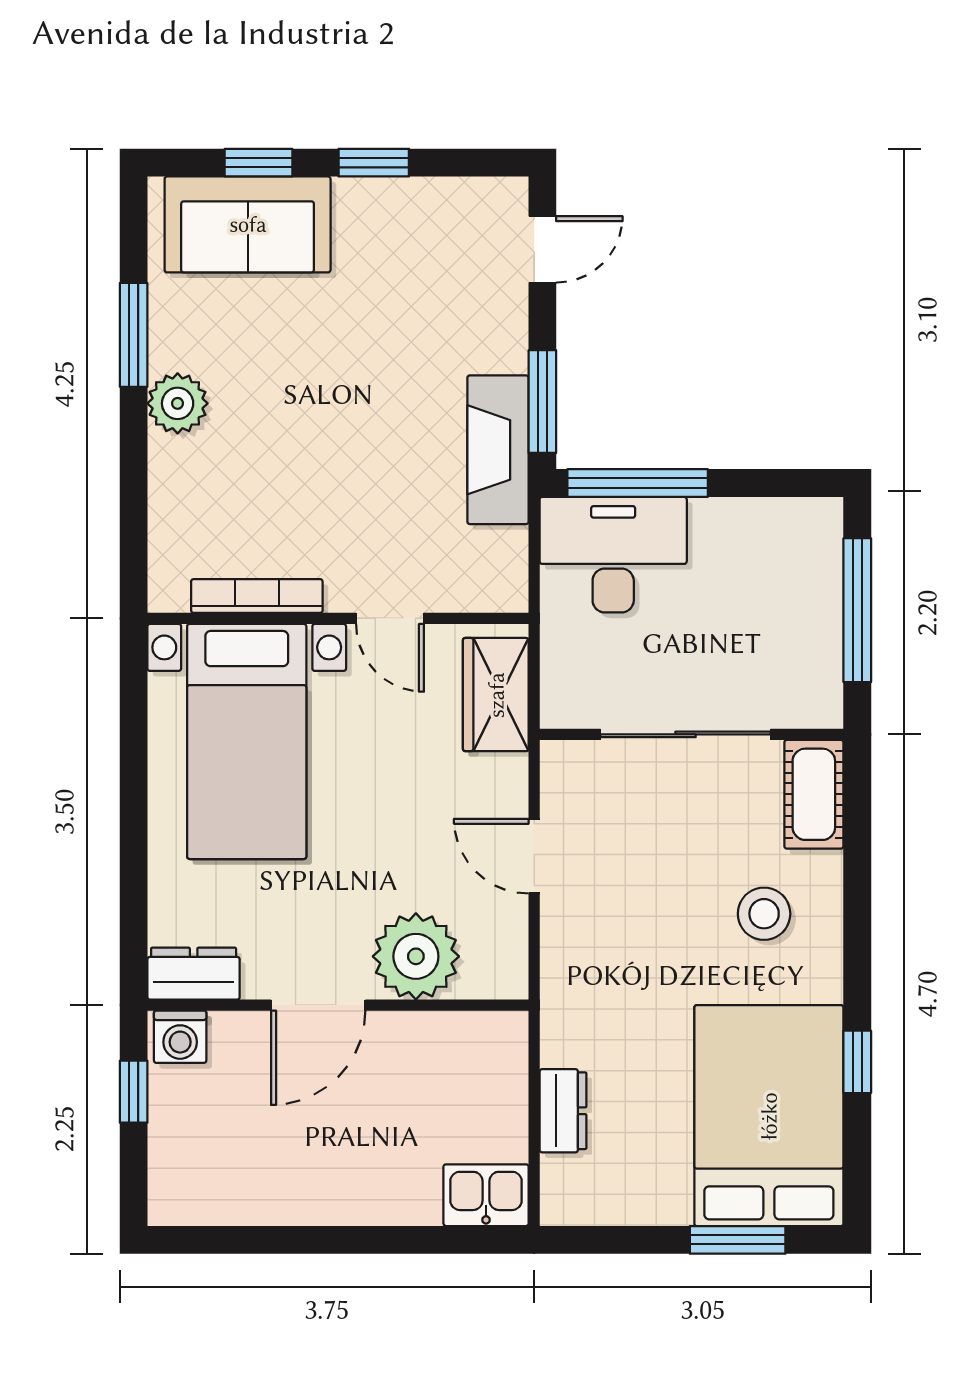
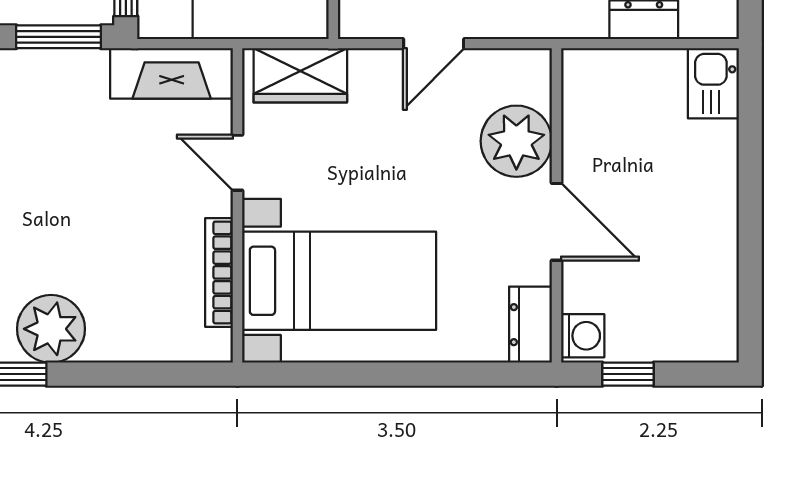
plant: (178, 403) -> (51, 329), width x1.36, depth x1.36
fireplace: (498, 450) -> (172, 73), moved
door: (390, 618) -> (237, 163), swing flipped

